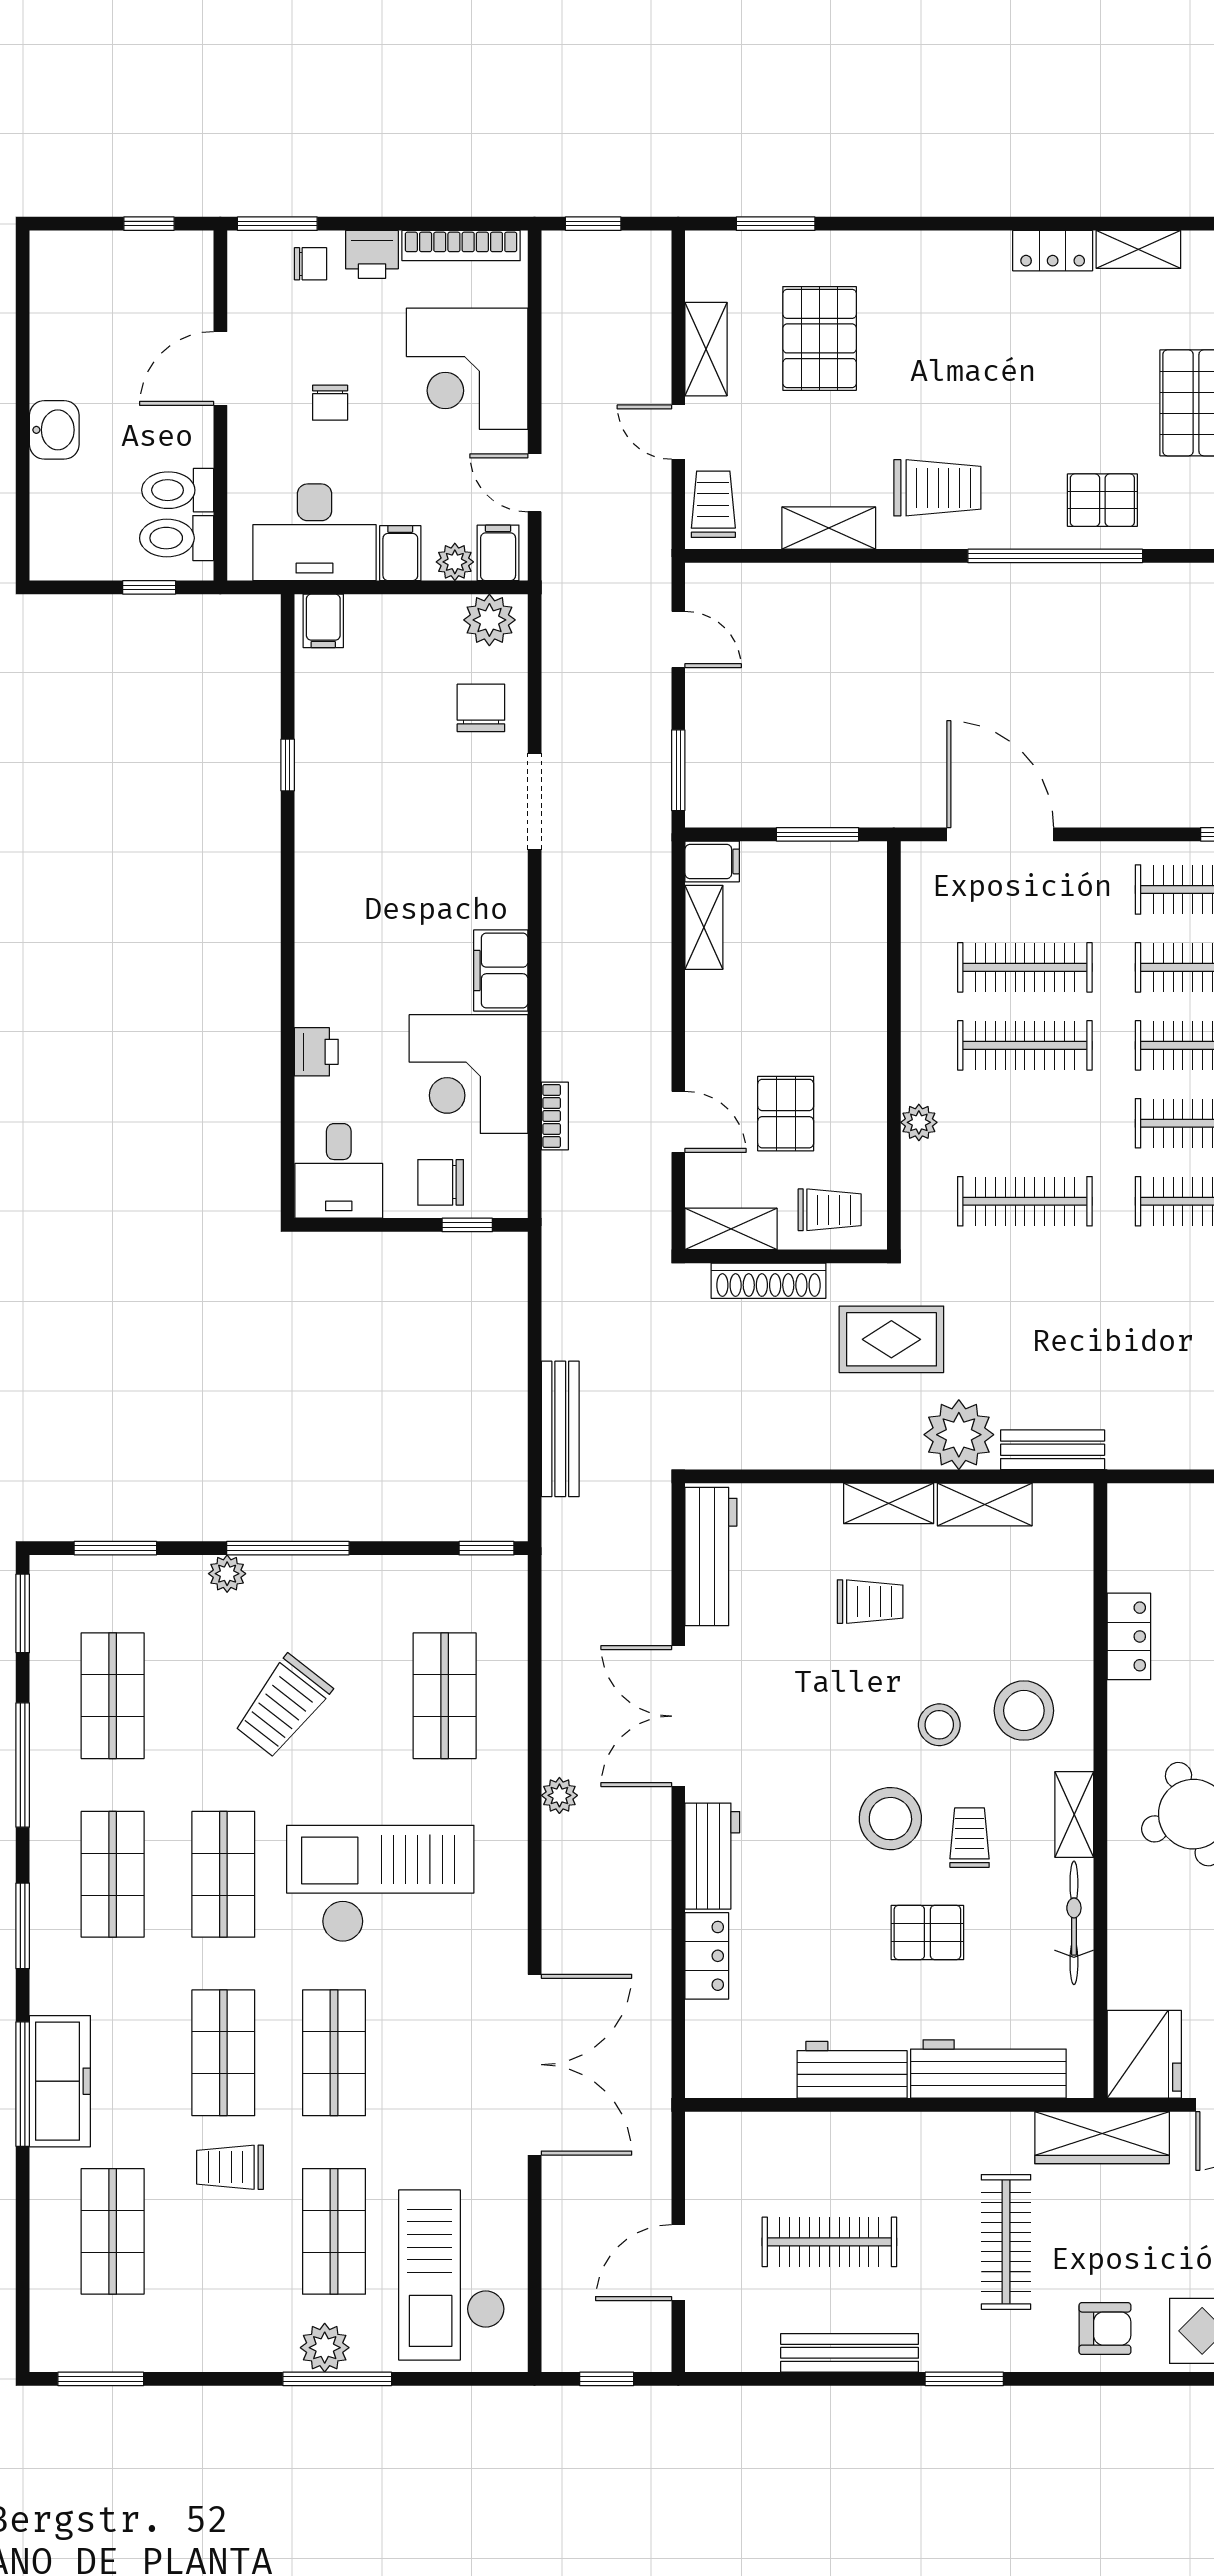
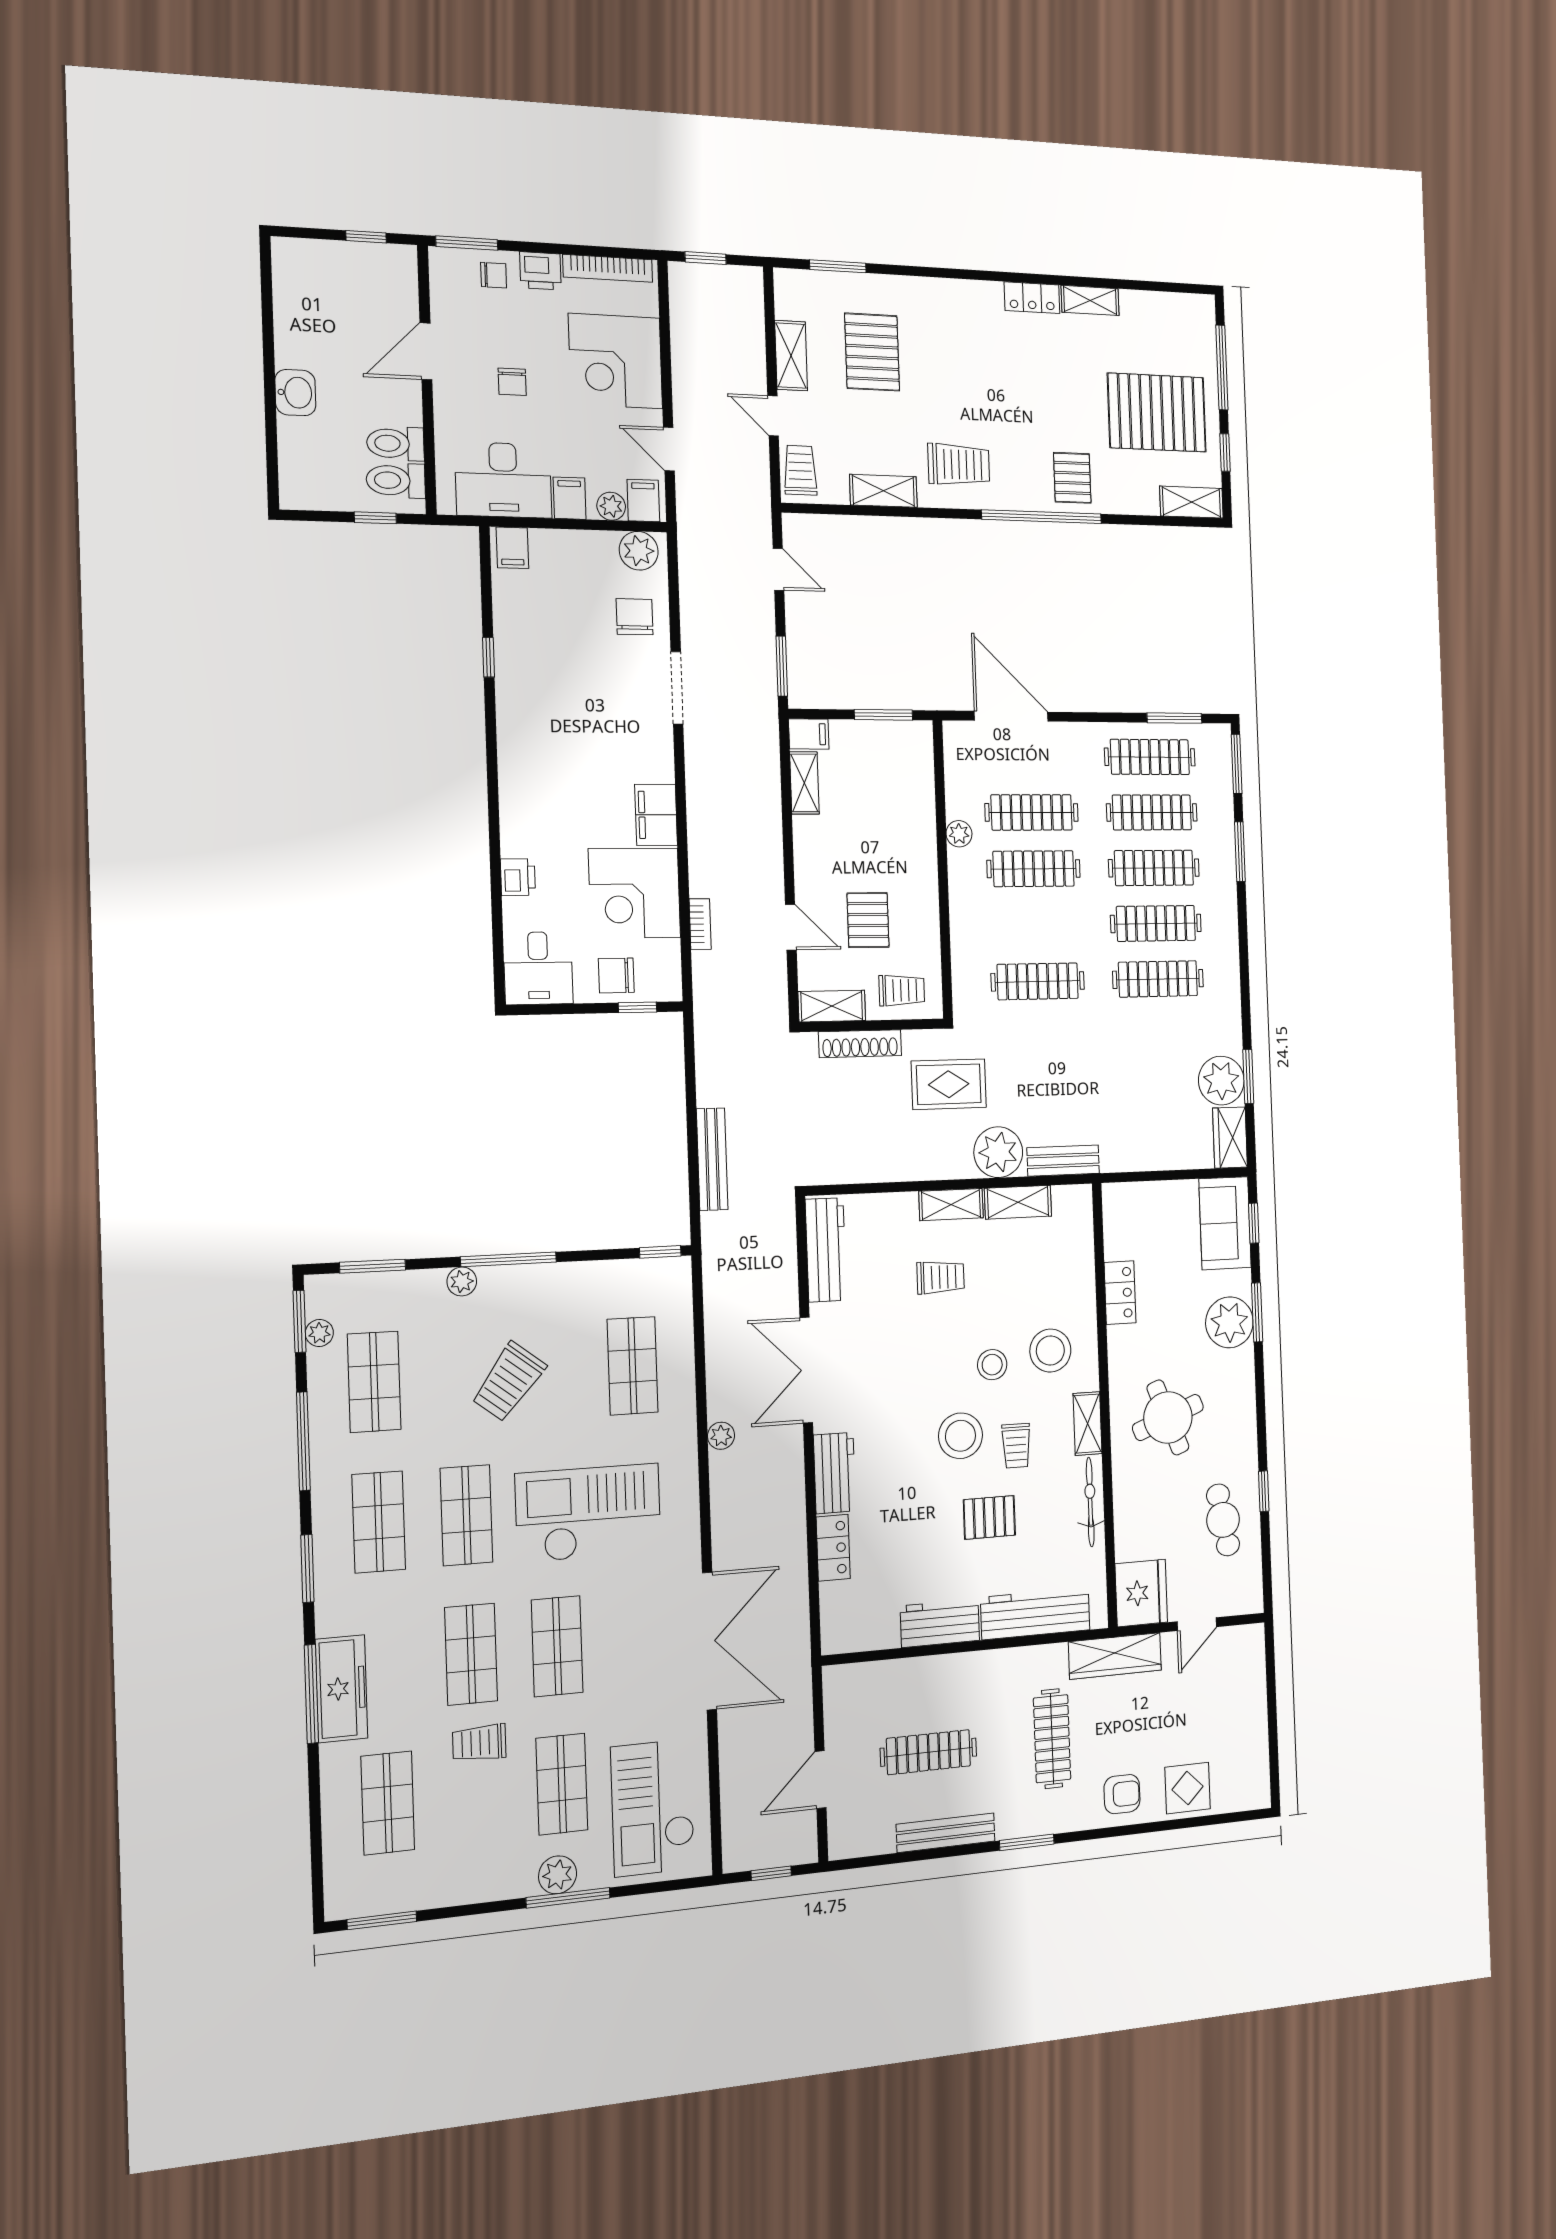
pallet: (1102, 500) -> (1072, 478), turned 90
plant: (919, 1122) -> (959, 834), moved
plant: (47, 1630) -> (319, 1333), added
trolley: (970, 1838) -> (1016, 1446), turned 180

